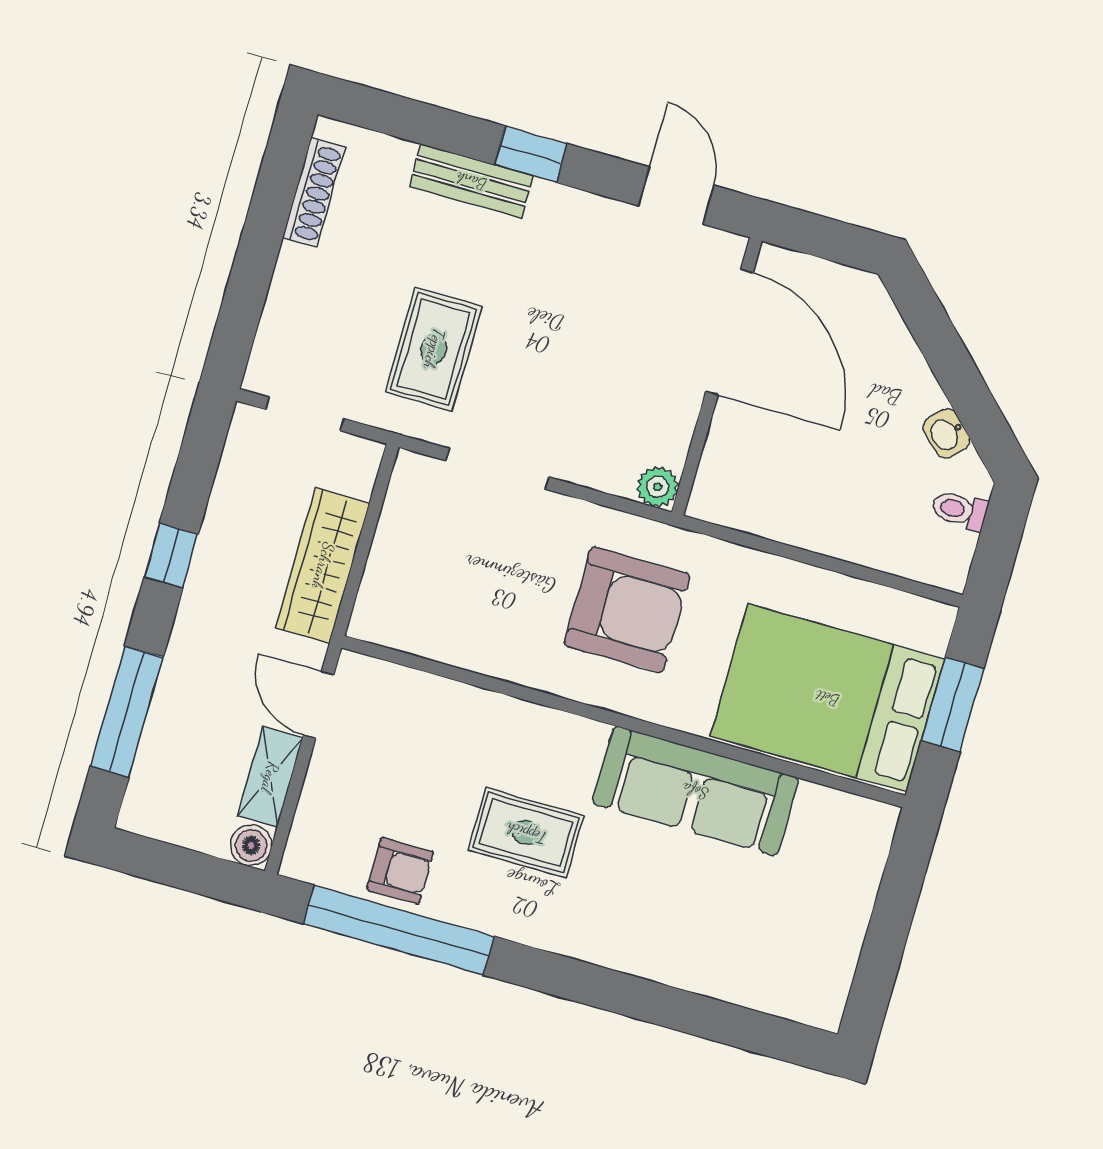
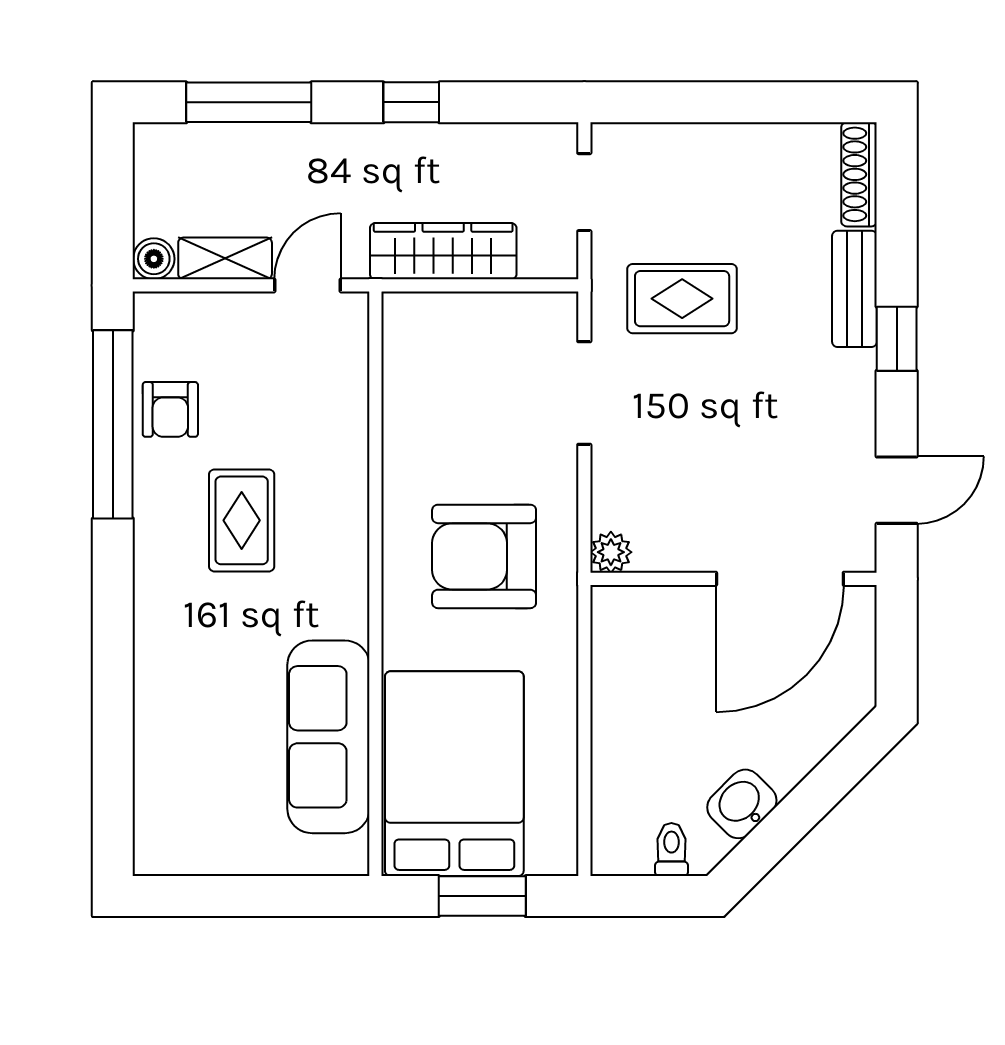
shoe rack: (314, 192) -> (859, 174), moved, turned 90
washbasin: (946, 434) -> (742, 804), width x1.38, depth x1.45
armchair: (627, 610) -> (484, 556), turned 90
sofa: (695, 791) -> (328, 737), moved

